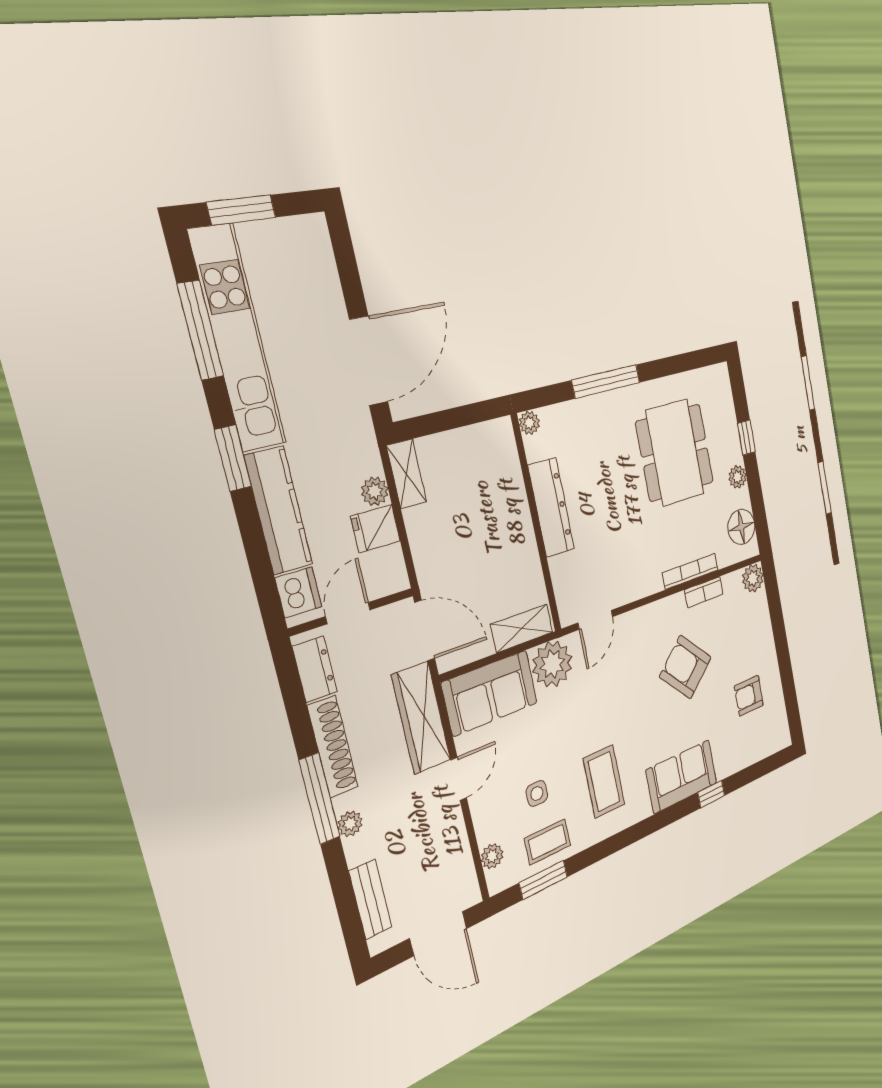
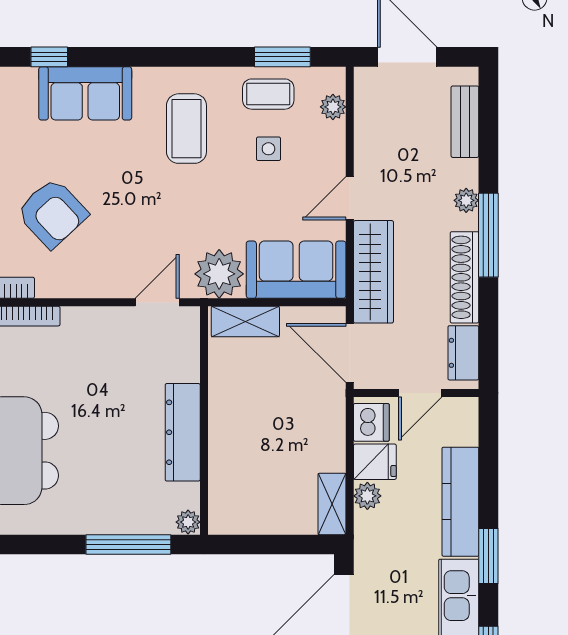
window: (606, 381) -> (128, 544), moved
dishwasher: (298, 592) -> (371, 422), moved, turned 180

